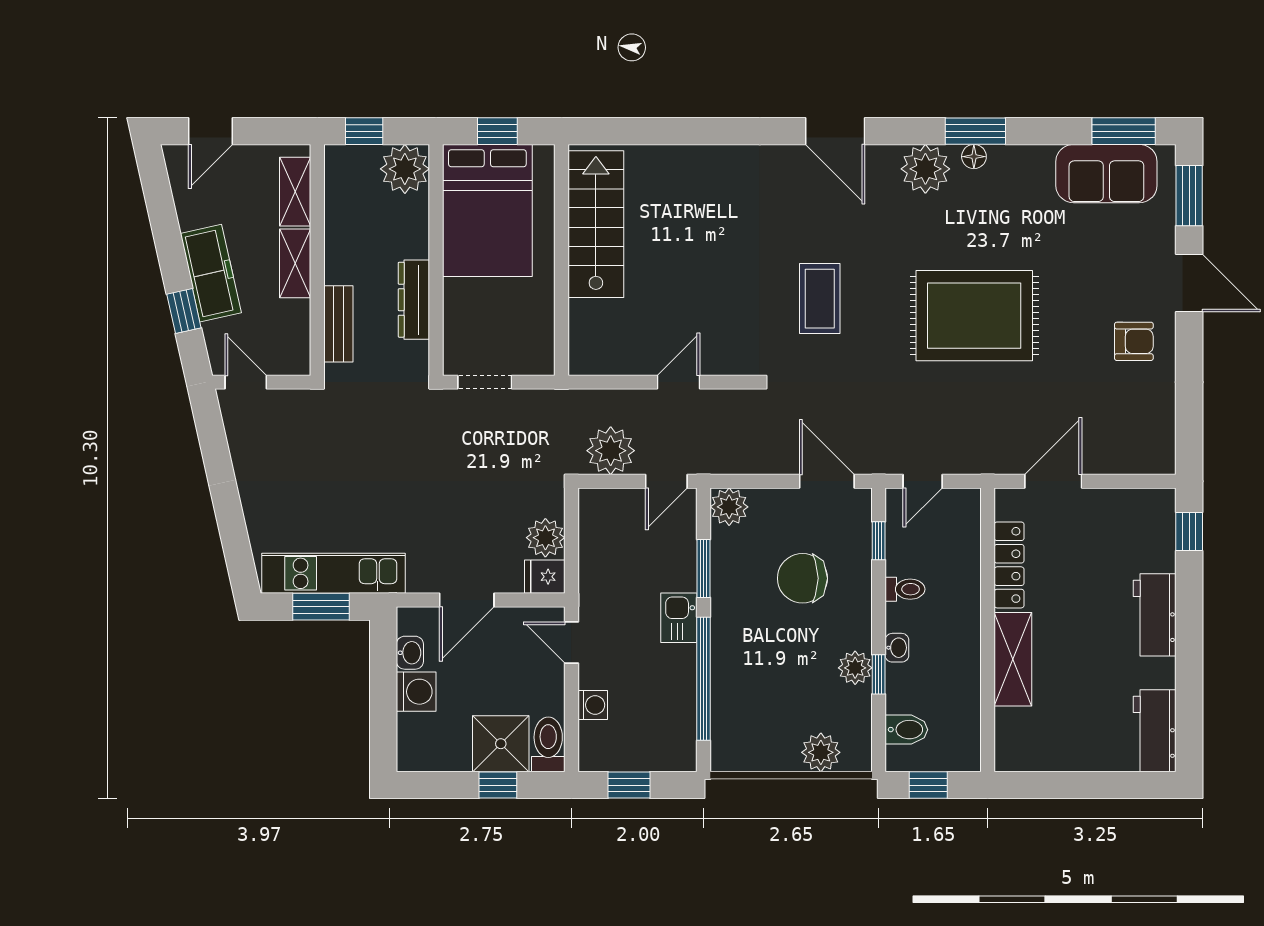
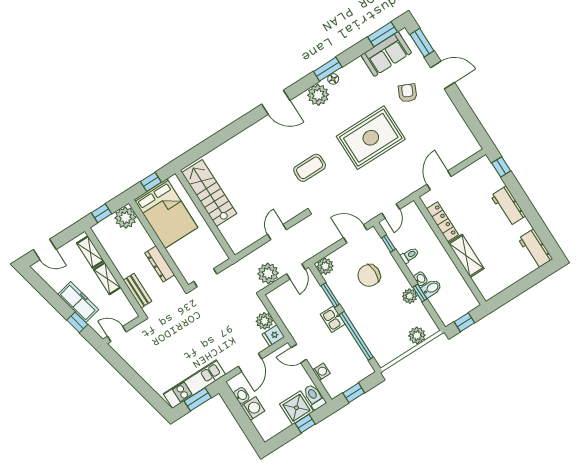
door: (211, 131) -> (45, 249), hinge flipped
coffee table: (820, 299) -> (310, 168), turned 90
armchair: (1134, 341) -> (408, 93), moved, turned -66
bidet: (906, 730) -> (431, 288), moved

